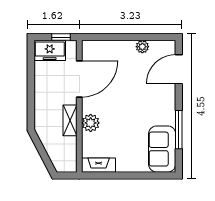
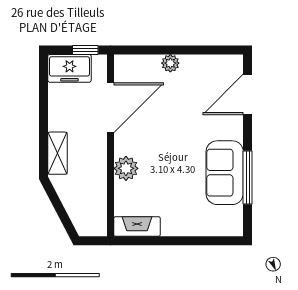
plant: (142, 47) -> (170, 63), moved
shelving: (70, 120) -> (58, 153), moved
sofa: (162, 149) -> (225, 173), moved

